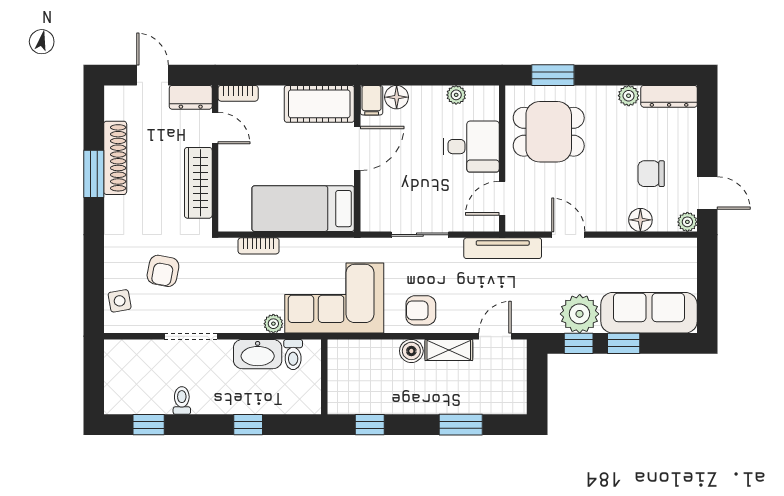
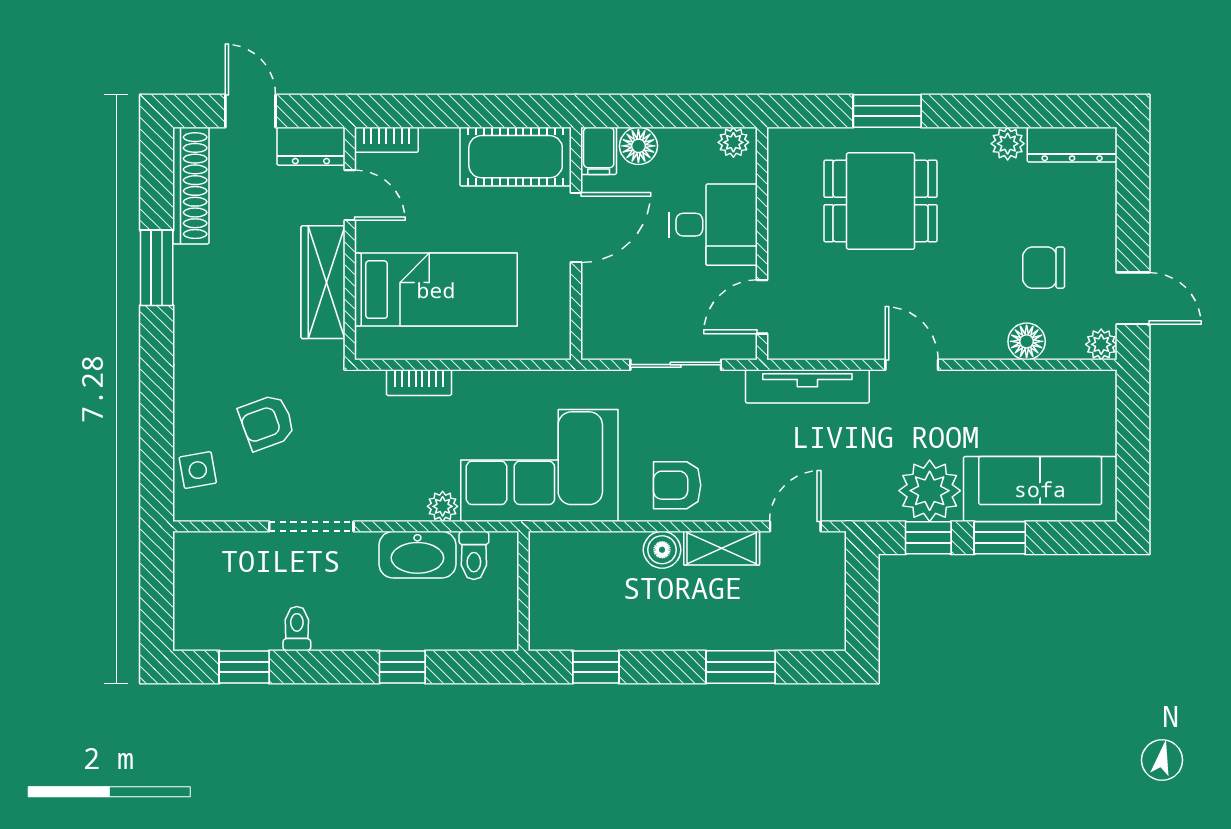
desk: (471, 147) -> (713, 225), moved
shoe rack: (115, 158) -> (191, 186), moved
wall: (502, 158) -> (762, 243), moved
door: (502, 198) -> (762, 307), moved
bed: (303, 209) -> (436, 290), moved, turned 180
armchair: (163, 271) -> (267, 422), turned 59

